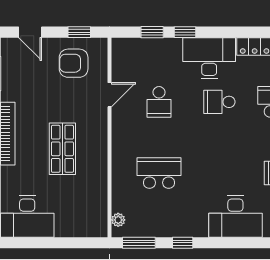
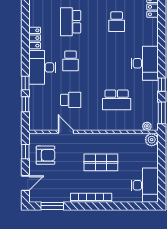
armchair: (74, 63) -> (45, 155), turned -90
school desk: (159, 173) -> (117, 100), turned -90
desk: (235, 216) -> (145, 63), moved
plant: (98, 227) -> (152, 140), added

